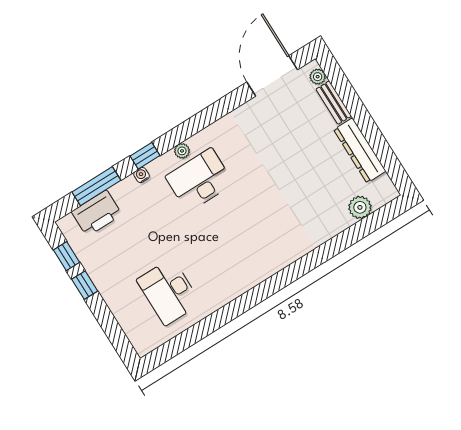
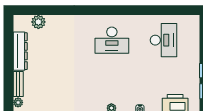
desk: (200, 180) -> (112, 40), moved

